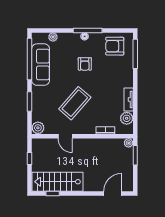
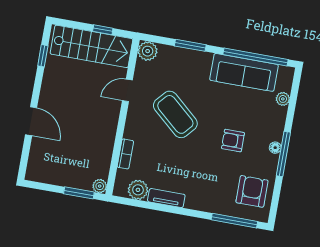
stairs: (58, 182) -> (91, 46), moved, turned 90
door: (113, 193) -> (31, 121), moved

